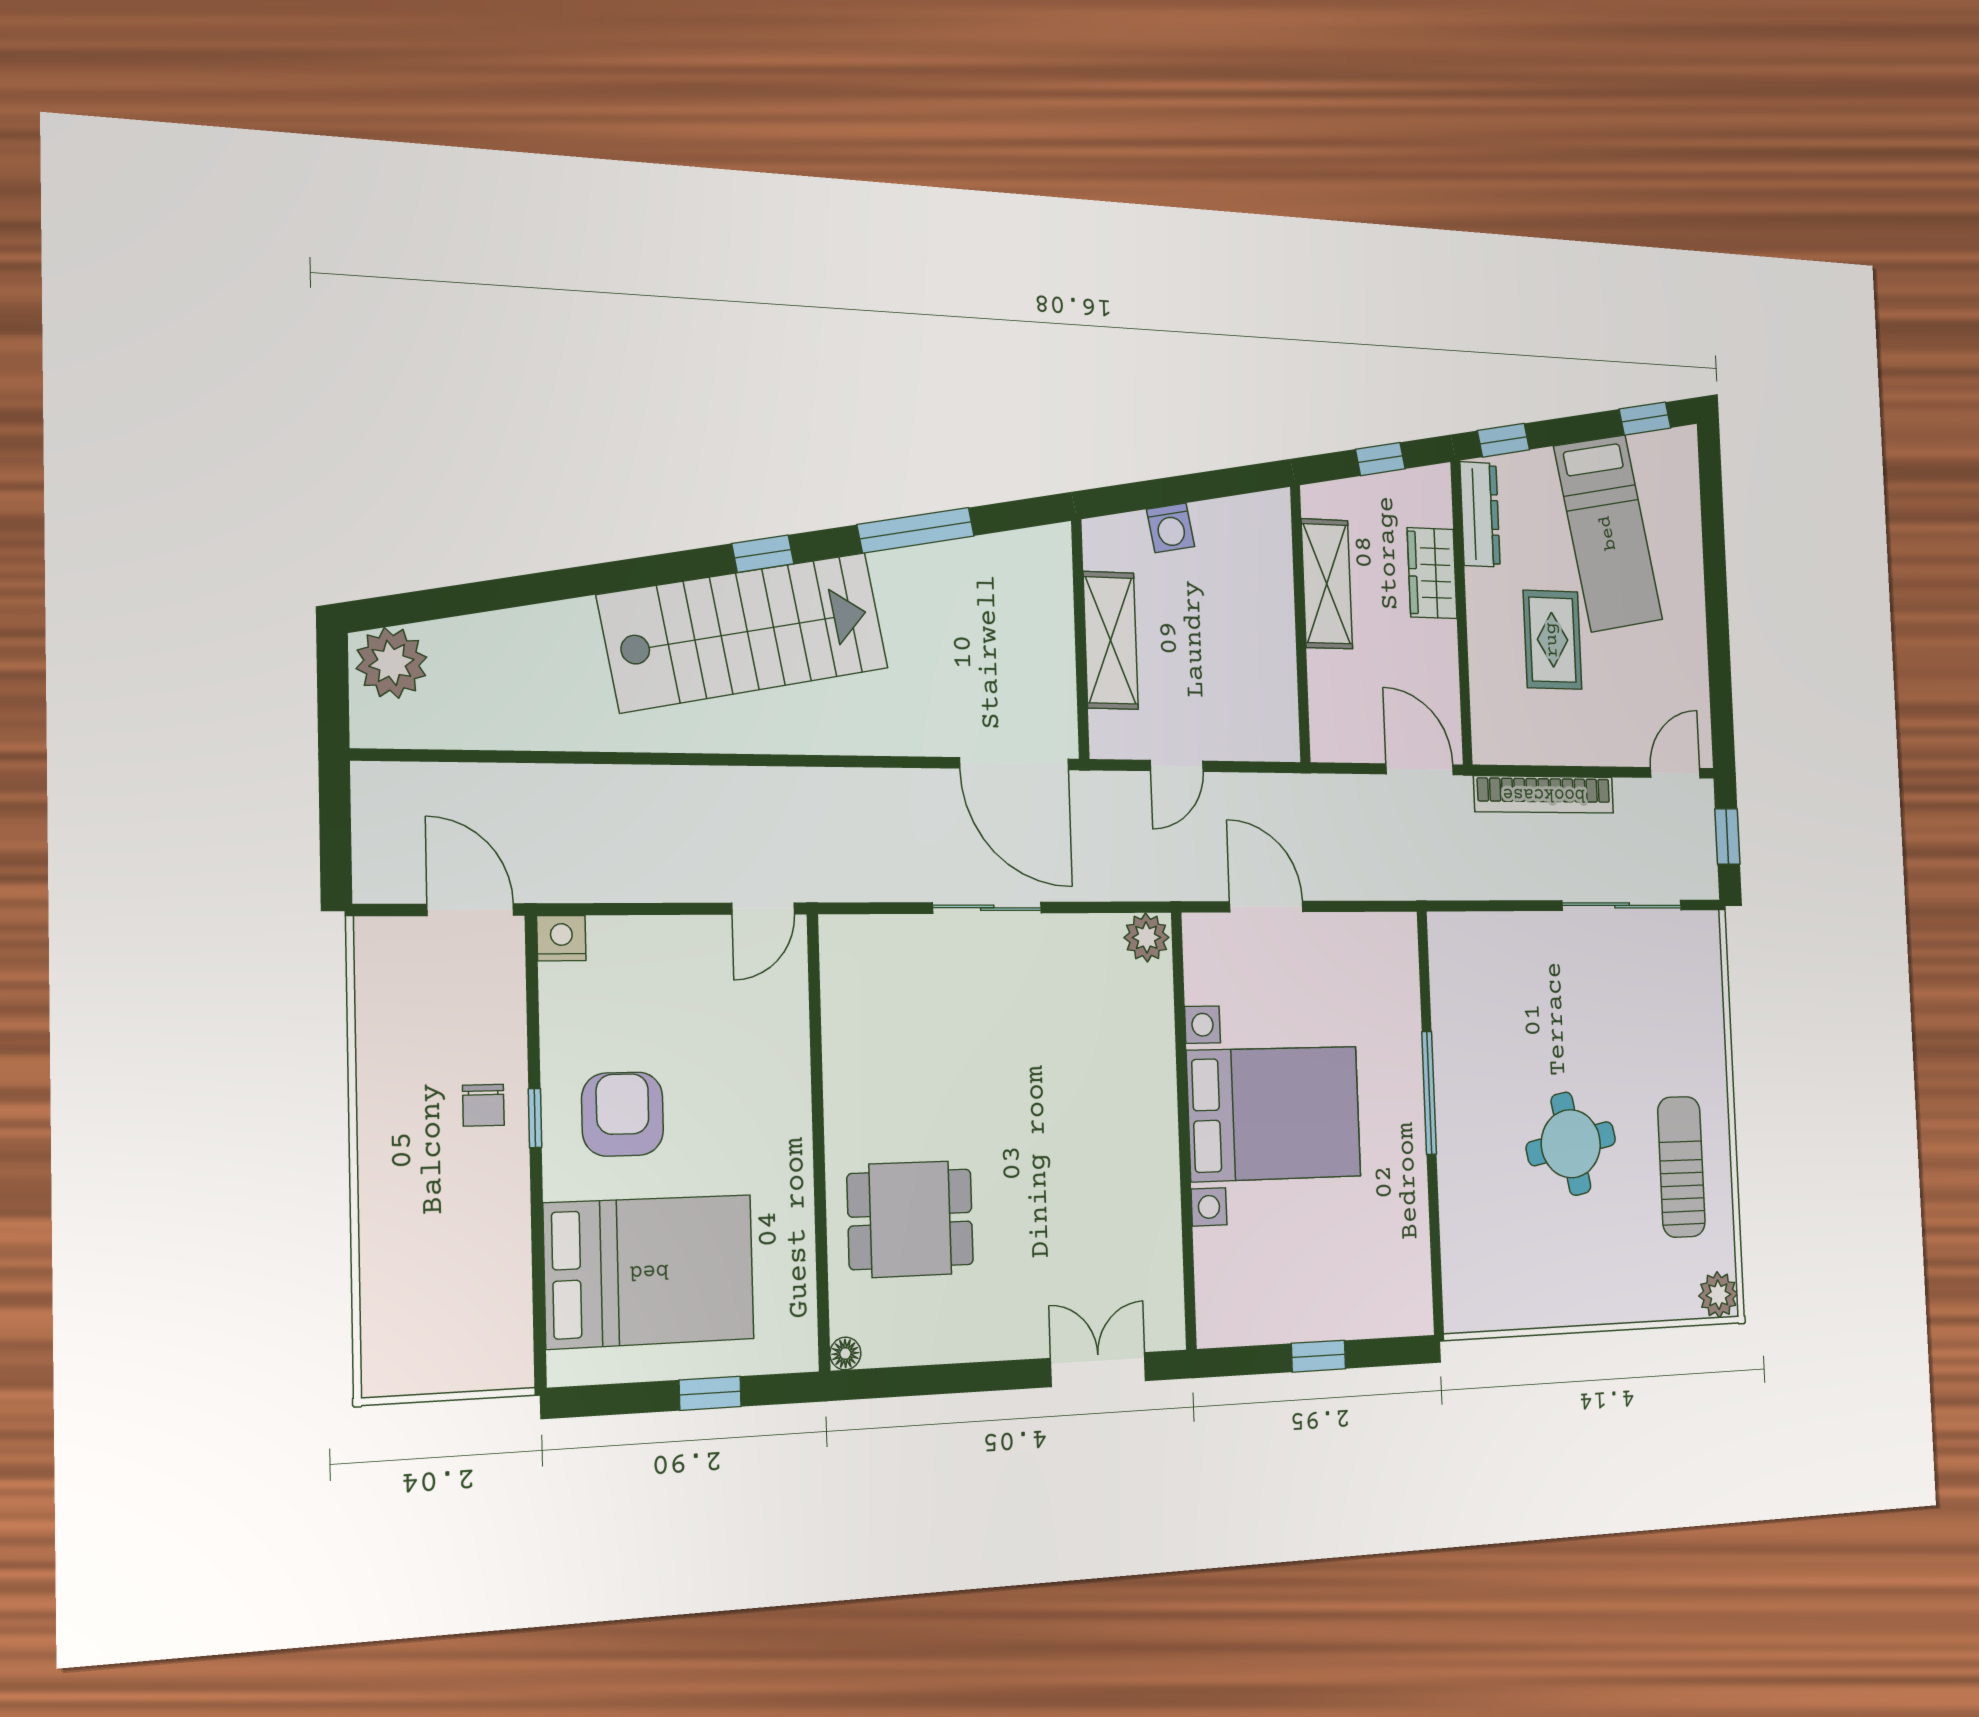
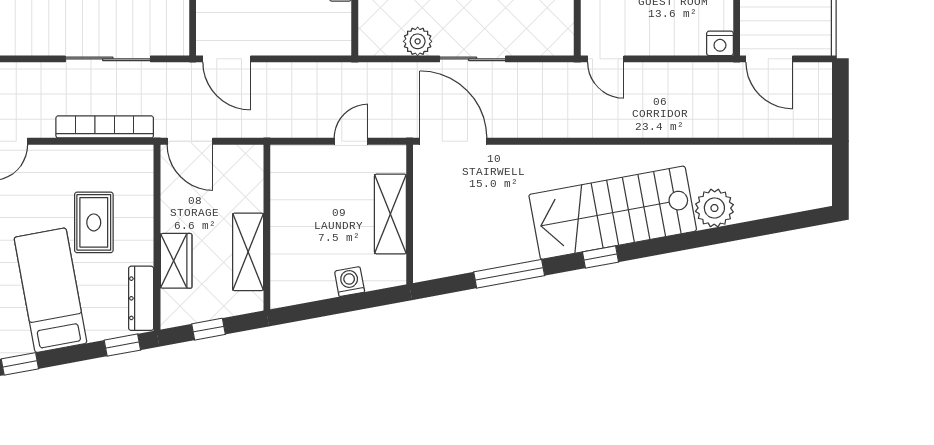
plant: (391, 663) -> (714, 208), moved
sliding door: (1622, 905) -> (108, 59), moved
door: (1266, 907) -> (227, 59), moved
door: (763, 909) -> (606, 59), swing flipped
plant: (1146, 937) -> (418, 41), moved

